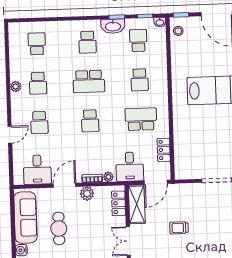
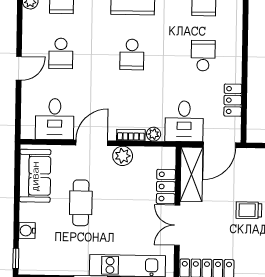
school desk: (141, 119) -> (203, 56), width x0.54
locker: (119, 203) -> (166, 186), moved
sofa: (25, 218) -> (35, 176), width x0.73

